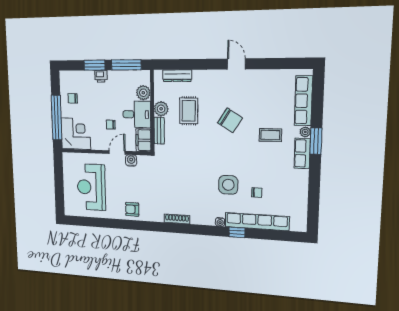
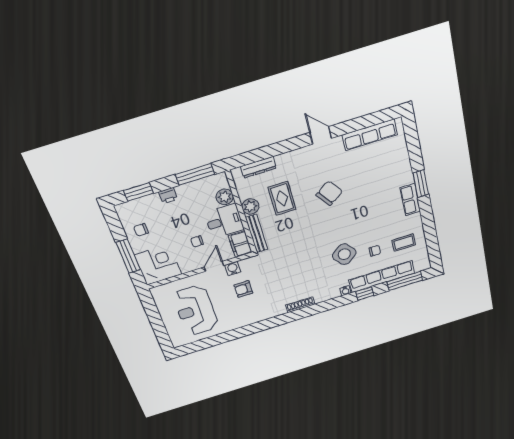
window: (94, 65) -> (138, 192), moved
row of seats: (303, 101) -> (370, 135), moved, turned -90
window: (57, 118) -> (128, 256), width x0.68
chair: (230, 120) -> (329, 193), turned -67
bench: (159, 131) -> (257, 233), width x1.36
plant: (305, 132) -> (408, 179), removed
coffee table: (270, 135) -> (404, 243), moved
side table: (228, 185) -> (344, 254), turned -38
armchair: (132, 209) -> (243, 289), moved
window: (278, 235) -> (405, 281), added

